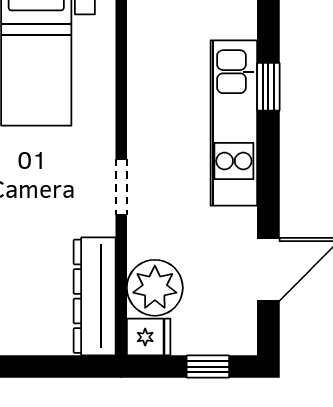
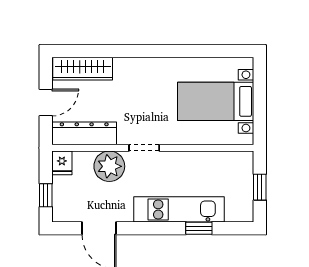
plant: (155, 288) -> (109, 166), moved
door: (38, 367) -> (46, 102), added

